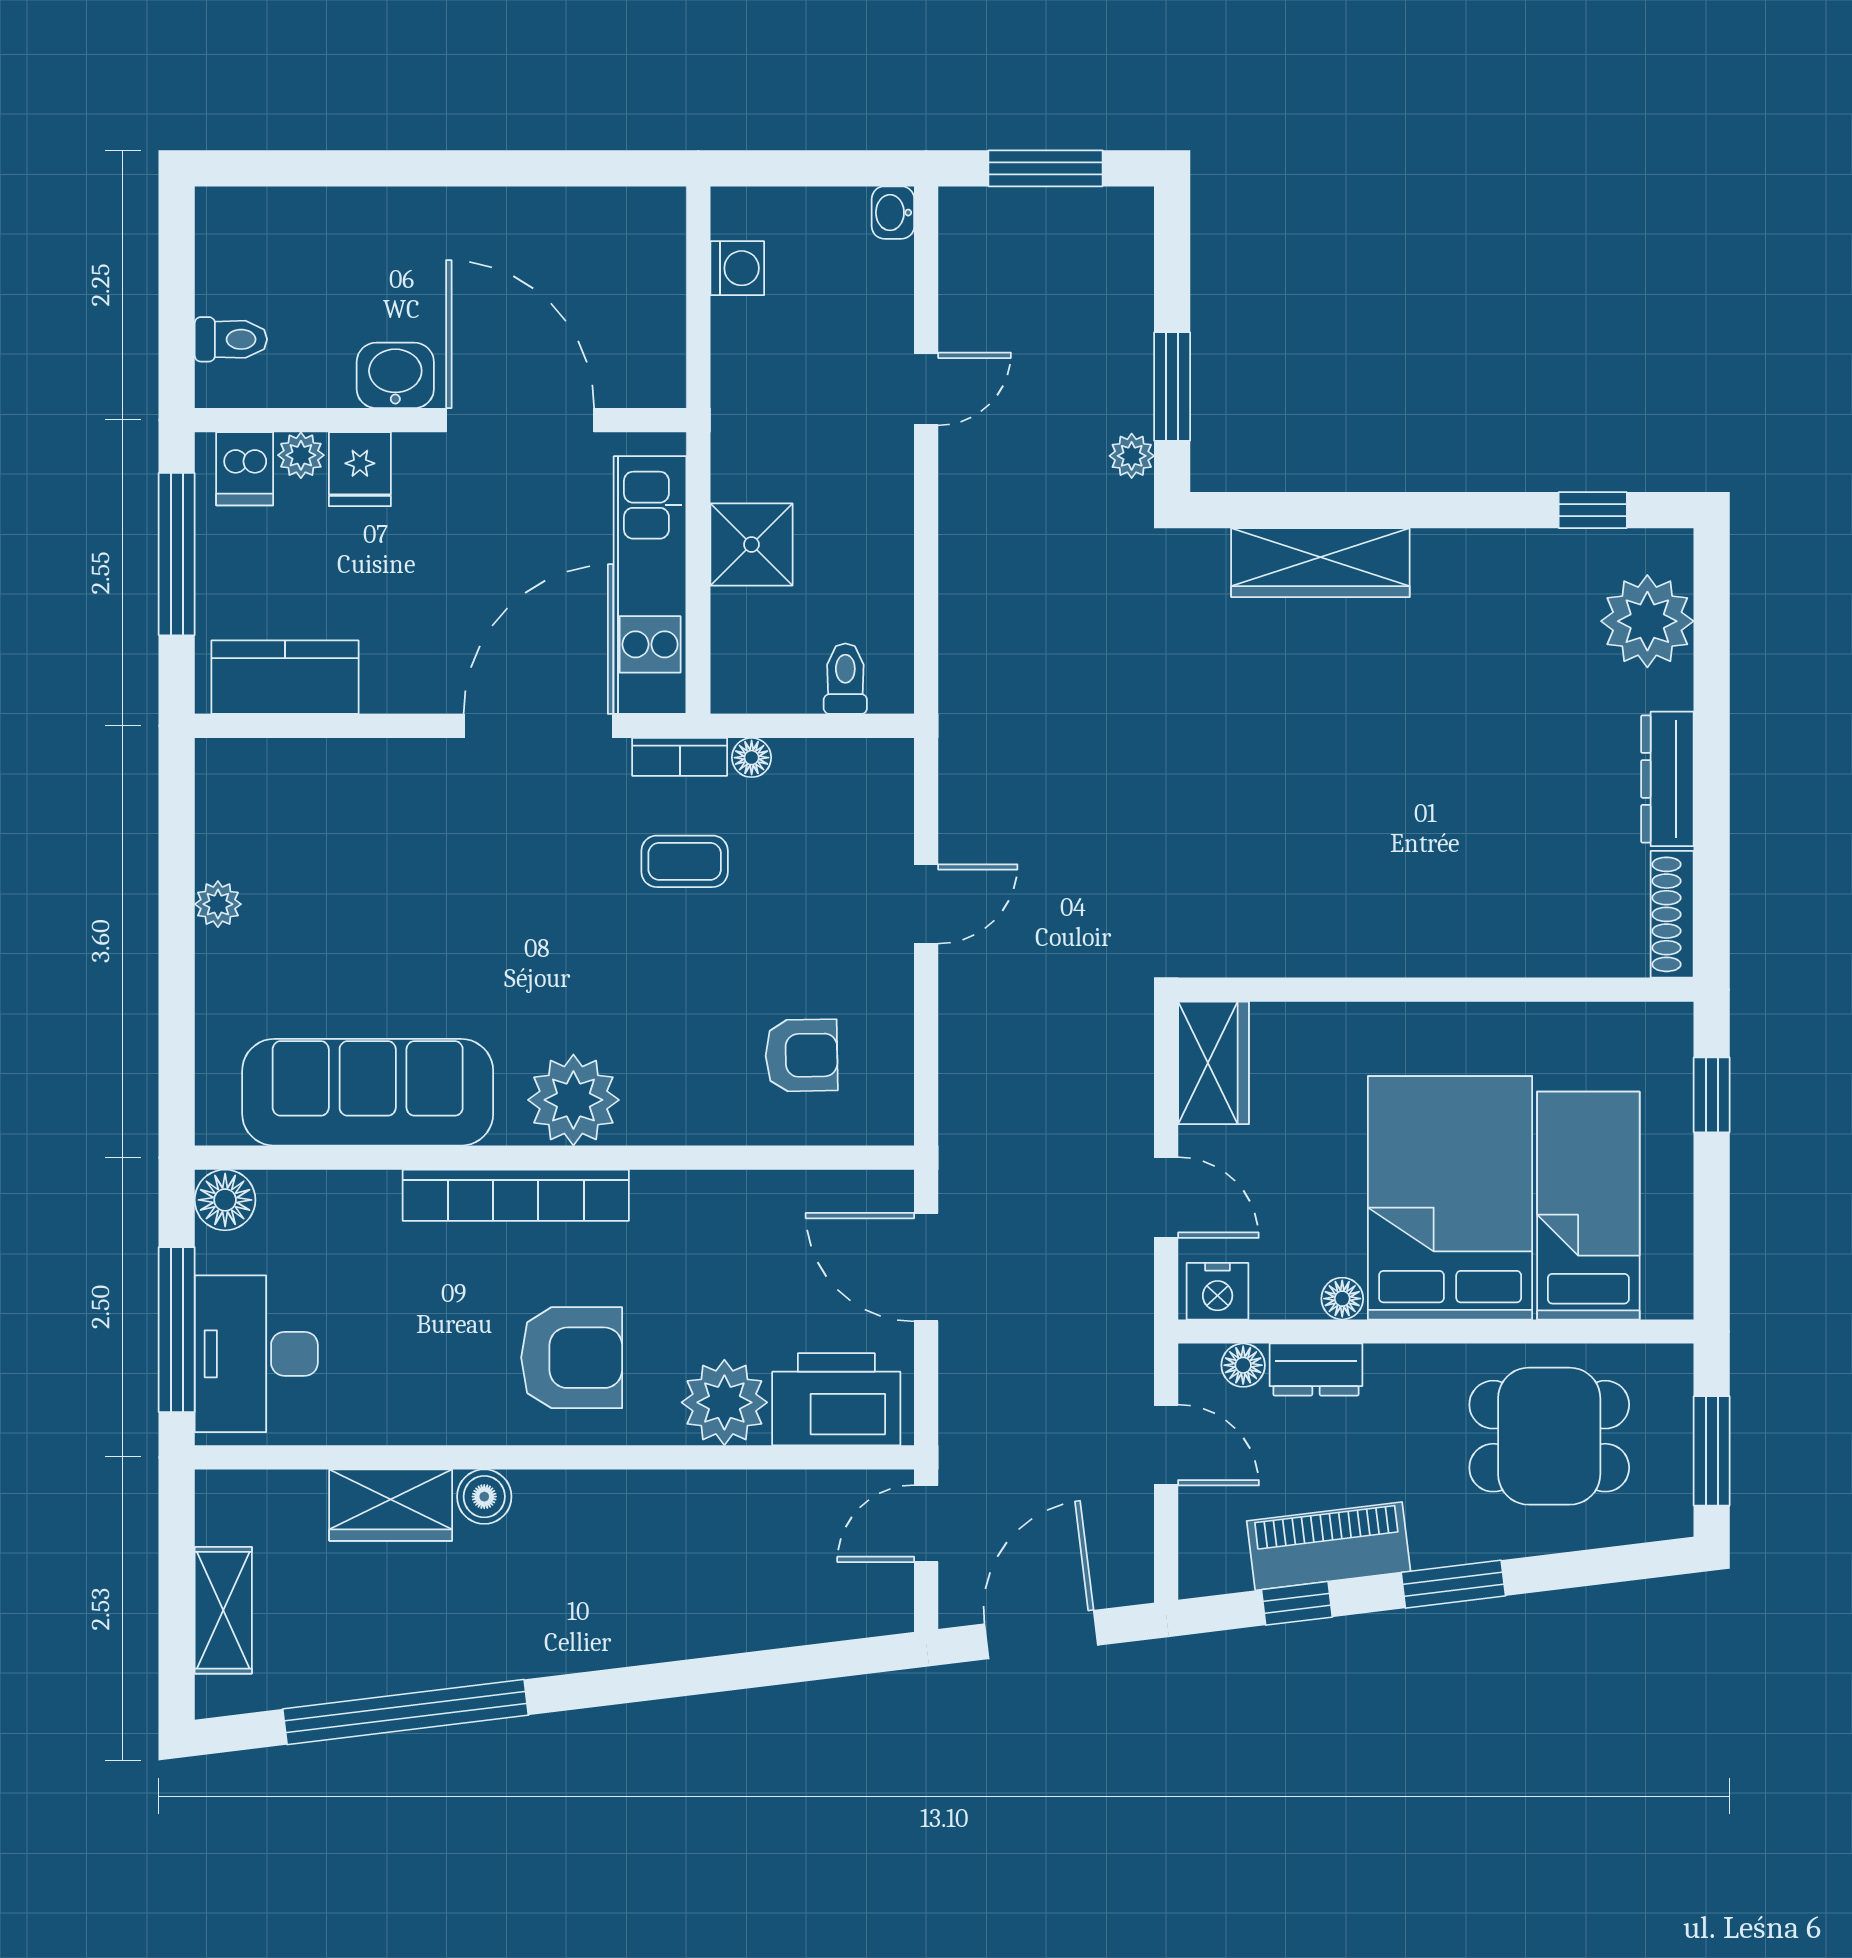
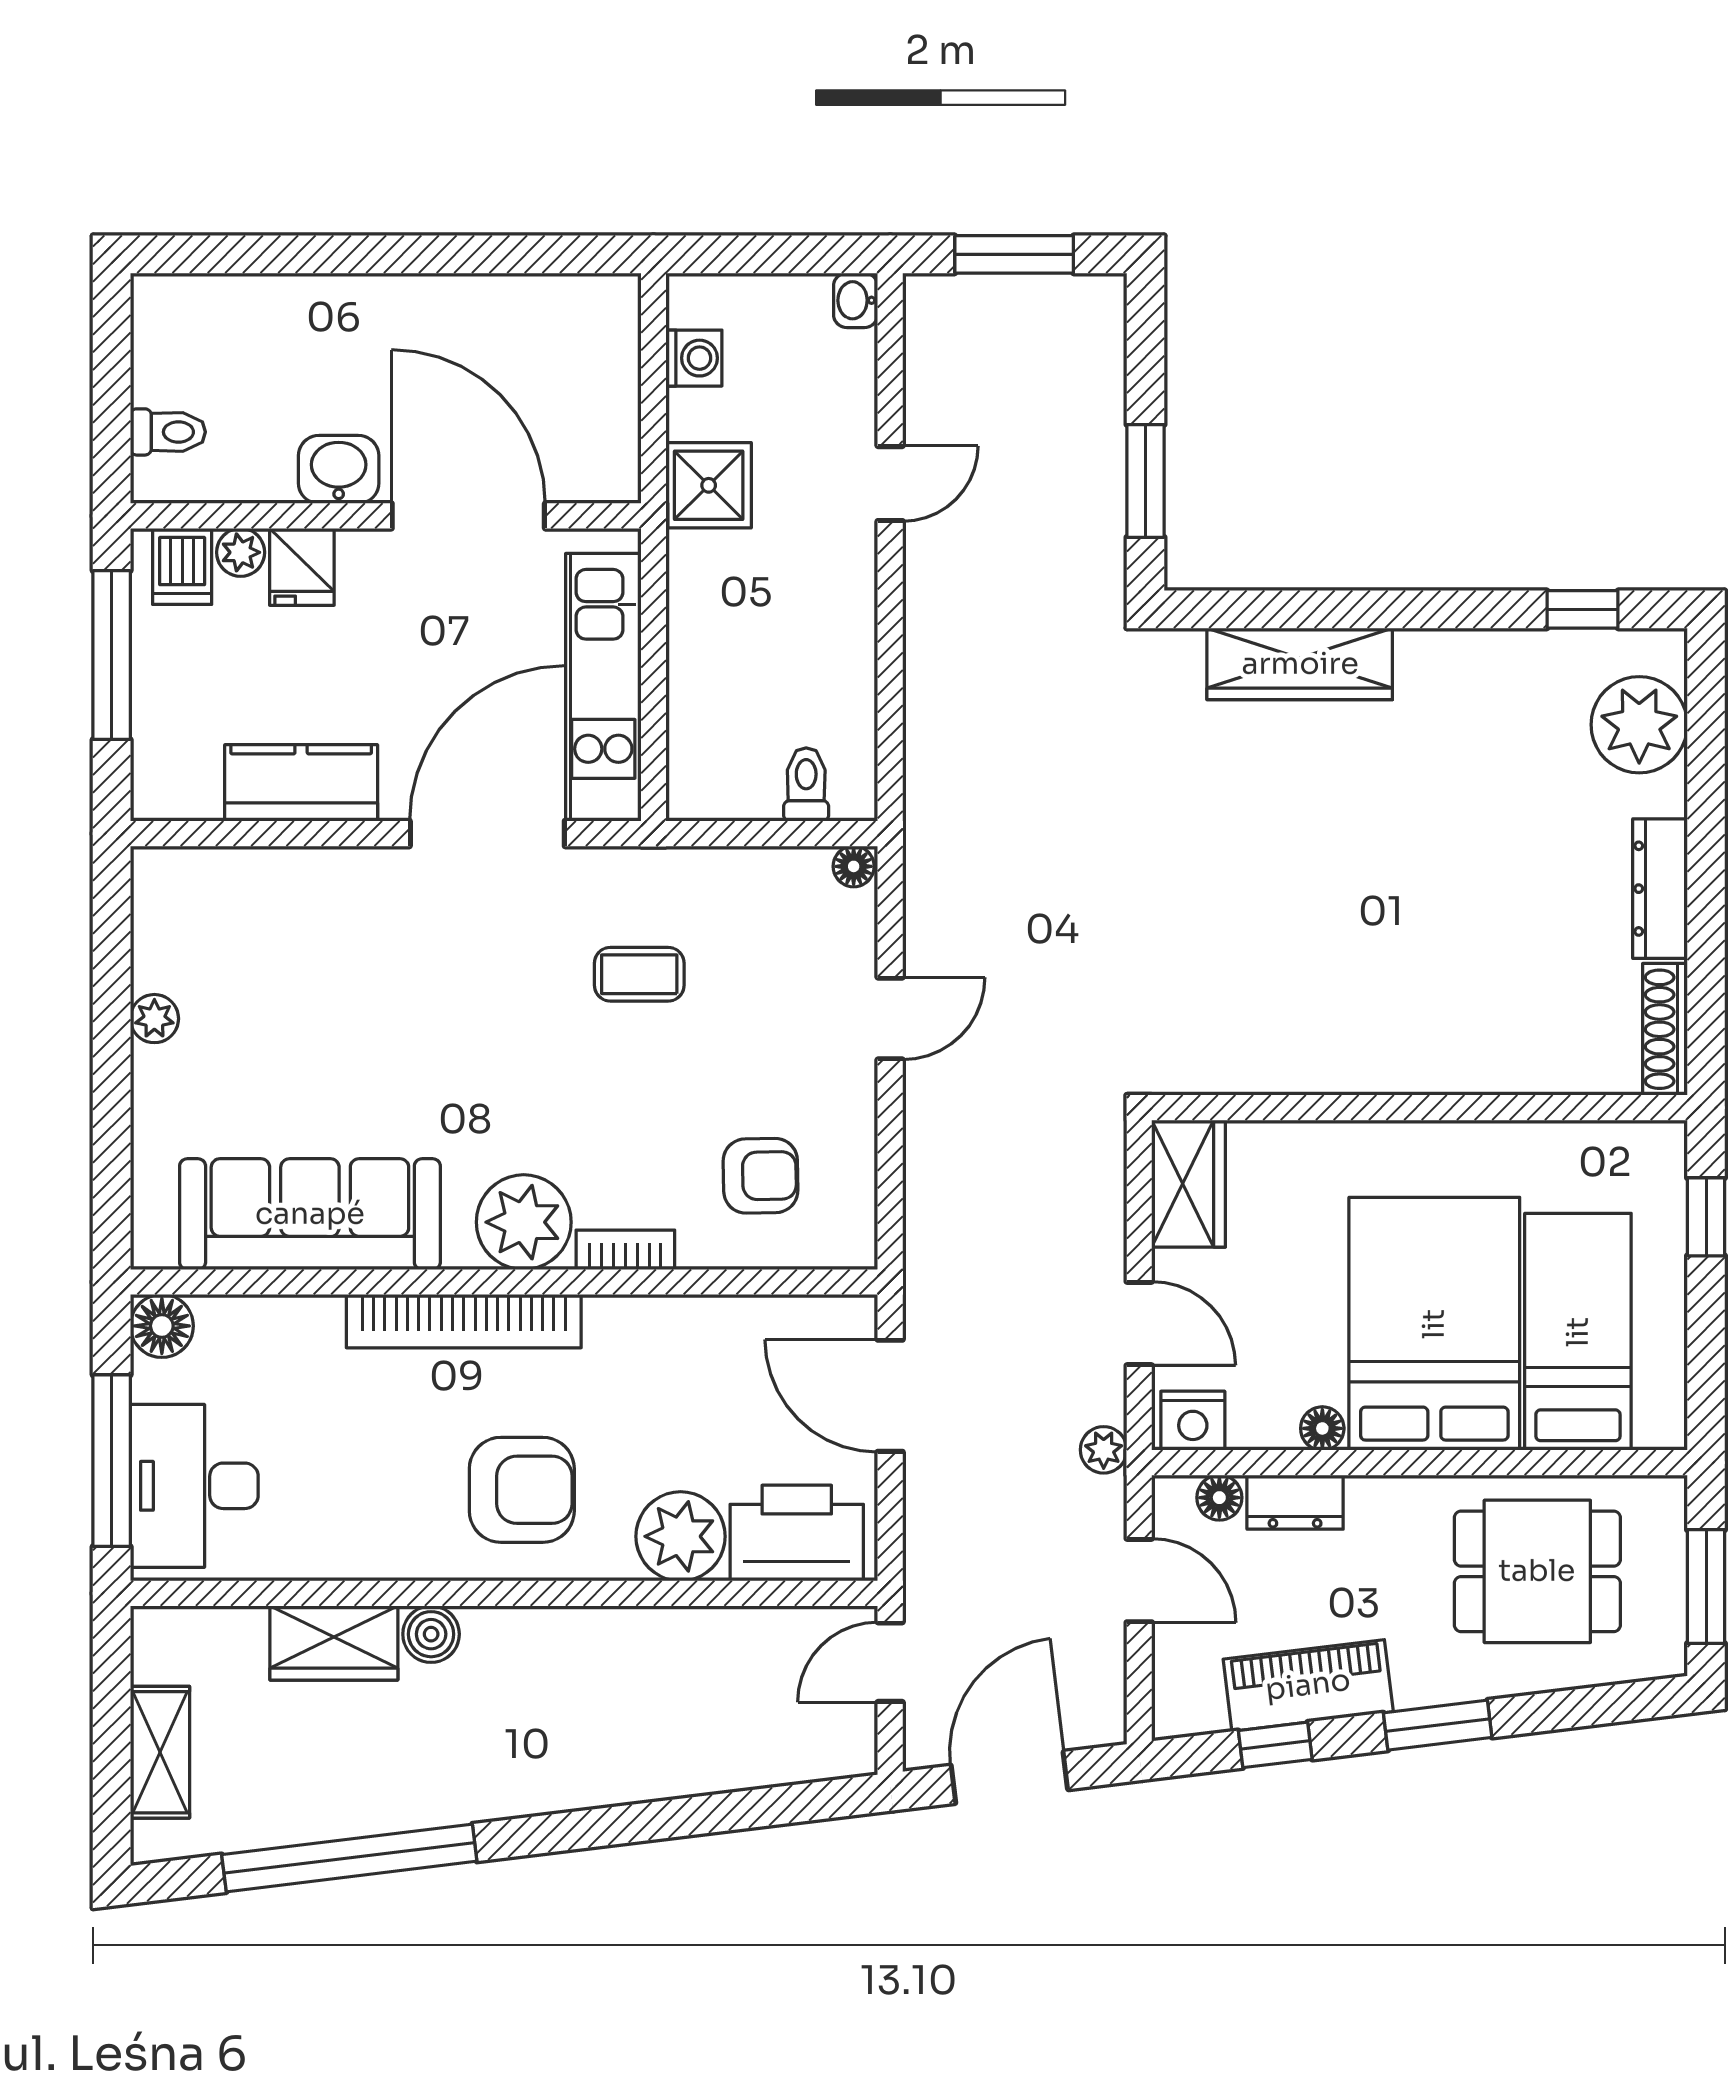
plant: (1132, 456) -> (1104, 1450), moved
shower: (751, 544) -> (709, 485), moved
kitchen counter: (285, 677) -> (301, 783), moved
bookcase: (680, 757) -> (625, 1250), moved, turned 180
floor lamp: (752, 758) -> (854, 866), moved

